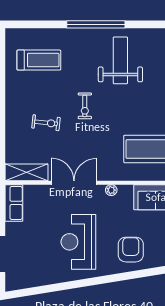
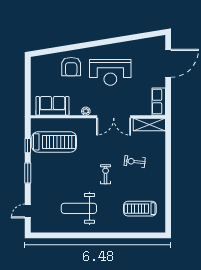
window: (96, 24) -> (97, 235), removed
weight bench: (120, 60) -> (79, 208), turned 90
reception desk: (78, 242) -> (110, 72), turned 90

